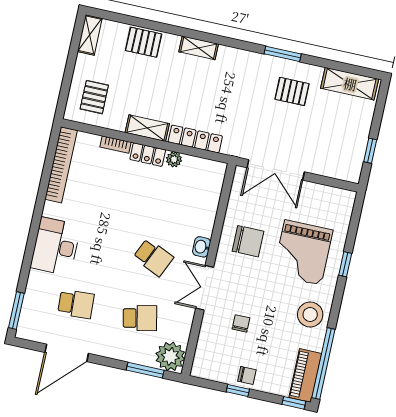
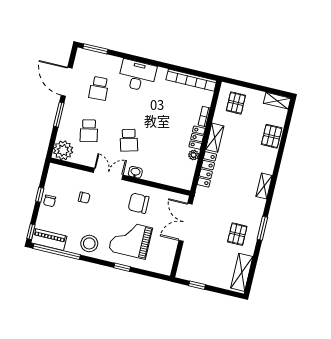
shelving: (199, 48) -> (264, 186), moved
pallet: (94, 97) -> (236, 103), turned 90
chair: (248, 241) -> (139, 203), turned 90
school desk: (153, 257) -> (129, 140), turned -39
window: (145, 370) -> (59, 115), moved

